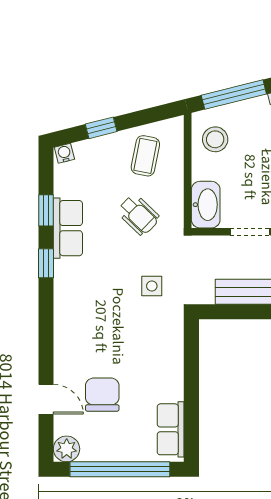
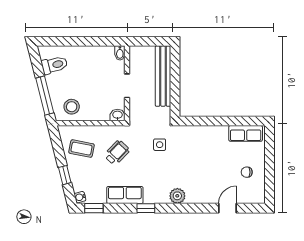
washbasin: (206, 205) -> (117, 115), width x0.52, depth x0.69
window: (46, 210) -> (94, 208), moved
chair: (102, 395) -> (247, 172), moved, width x0.54, depth x0.54
plant: (67, 449) -> (177, 196), moved
window: (120, 469) -> (270, 164), removed

